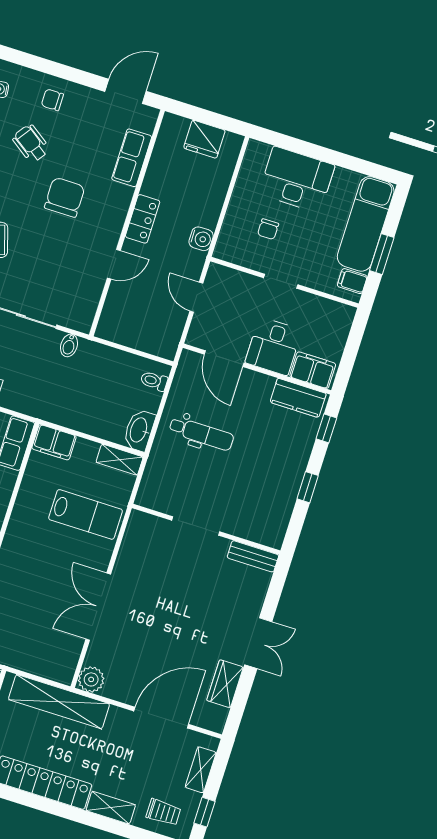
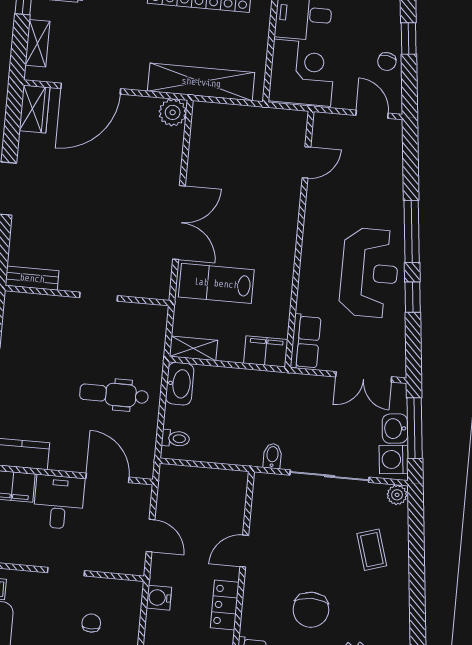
doorway: (196, 526) -> (99, 297), width x0.73
double door: (98, 607) -> (179, 222), moved
wardrobe: (225, 684) -> (35, 109), moved

